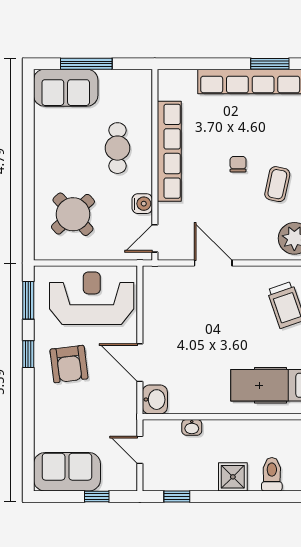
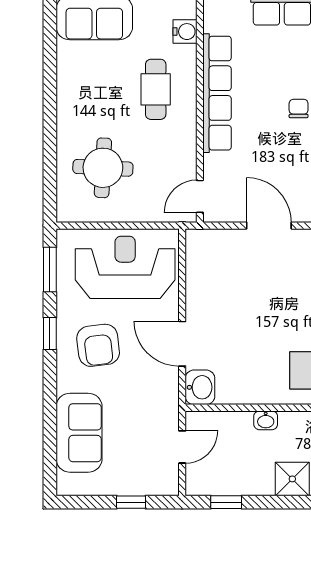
water cooler: (142, 204) -> (185, 32), moved
round table: (73, 214) -> (103, 168), turned 45
washbasin: (192, 427) -> (266, 420), moved
door: (140, 450) -> (182, 447), swing flipped
sofa: (67, 472) -> (79, 433), moved, turned 90

